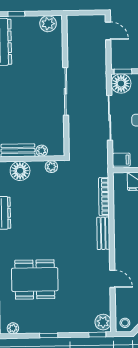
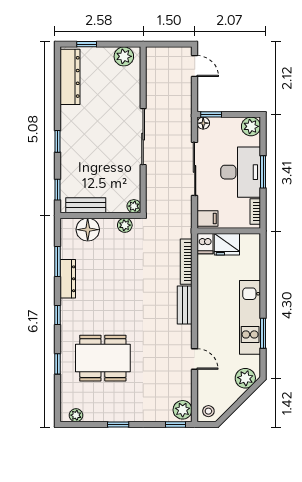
floor lamp: (121, 84) -> (203, 123), width x0.53, depth x0.53
plant: (42, 151) -> (134, 206), moved
dishwasher: (120, 181) -> (205, 244), added

